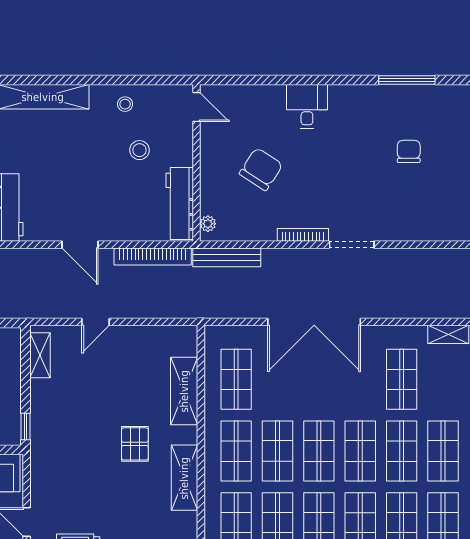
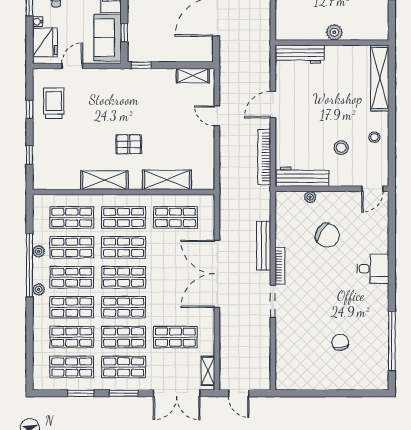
window: (407, 80) -> (392, 341), width x1.46
chair: (409, 151) -> (340, 342), turned -100
plant: (208, 224) -> (310, 197), moved
bench: (227, 257) -> (264, 246), moved

